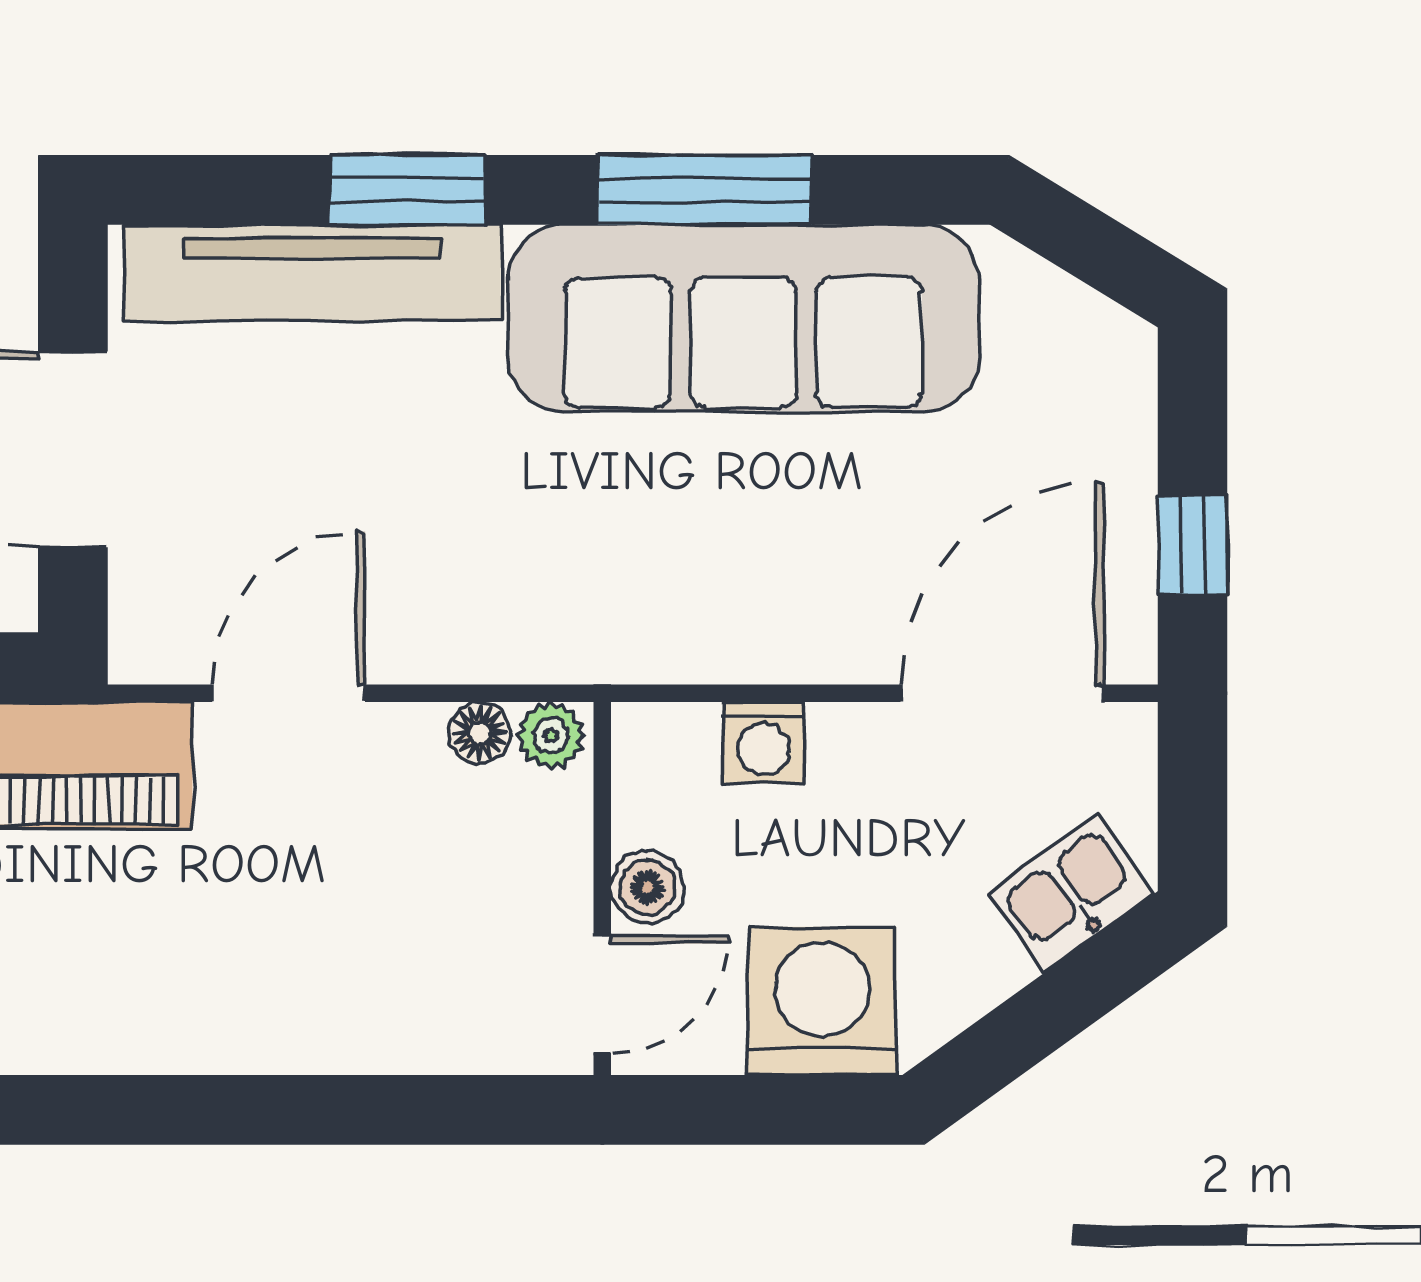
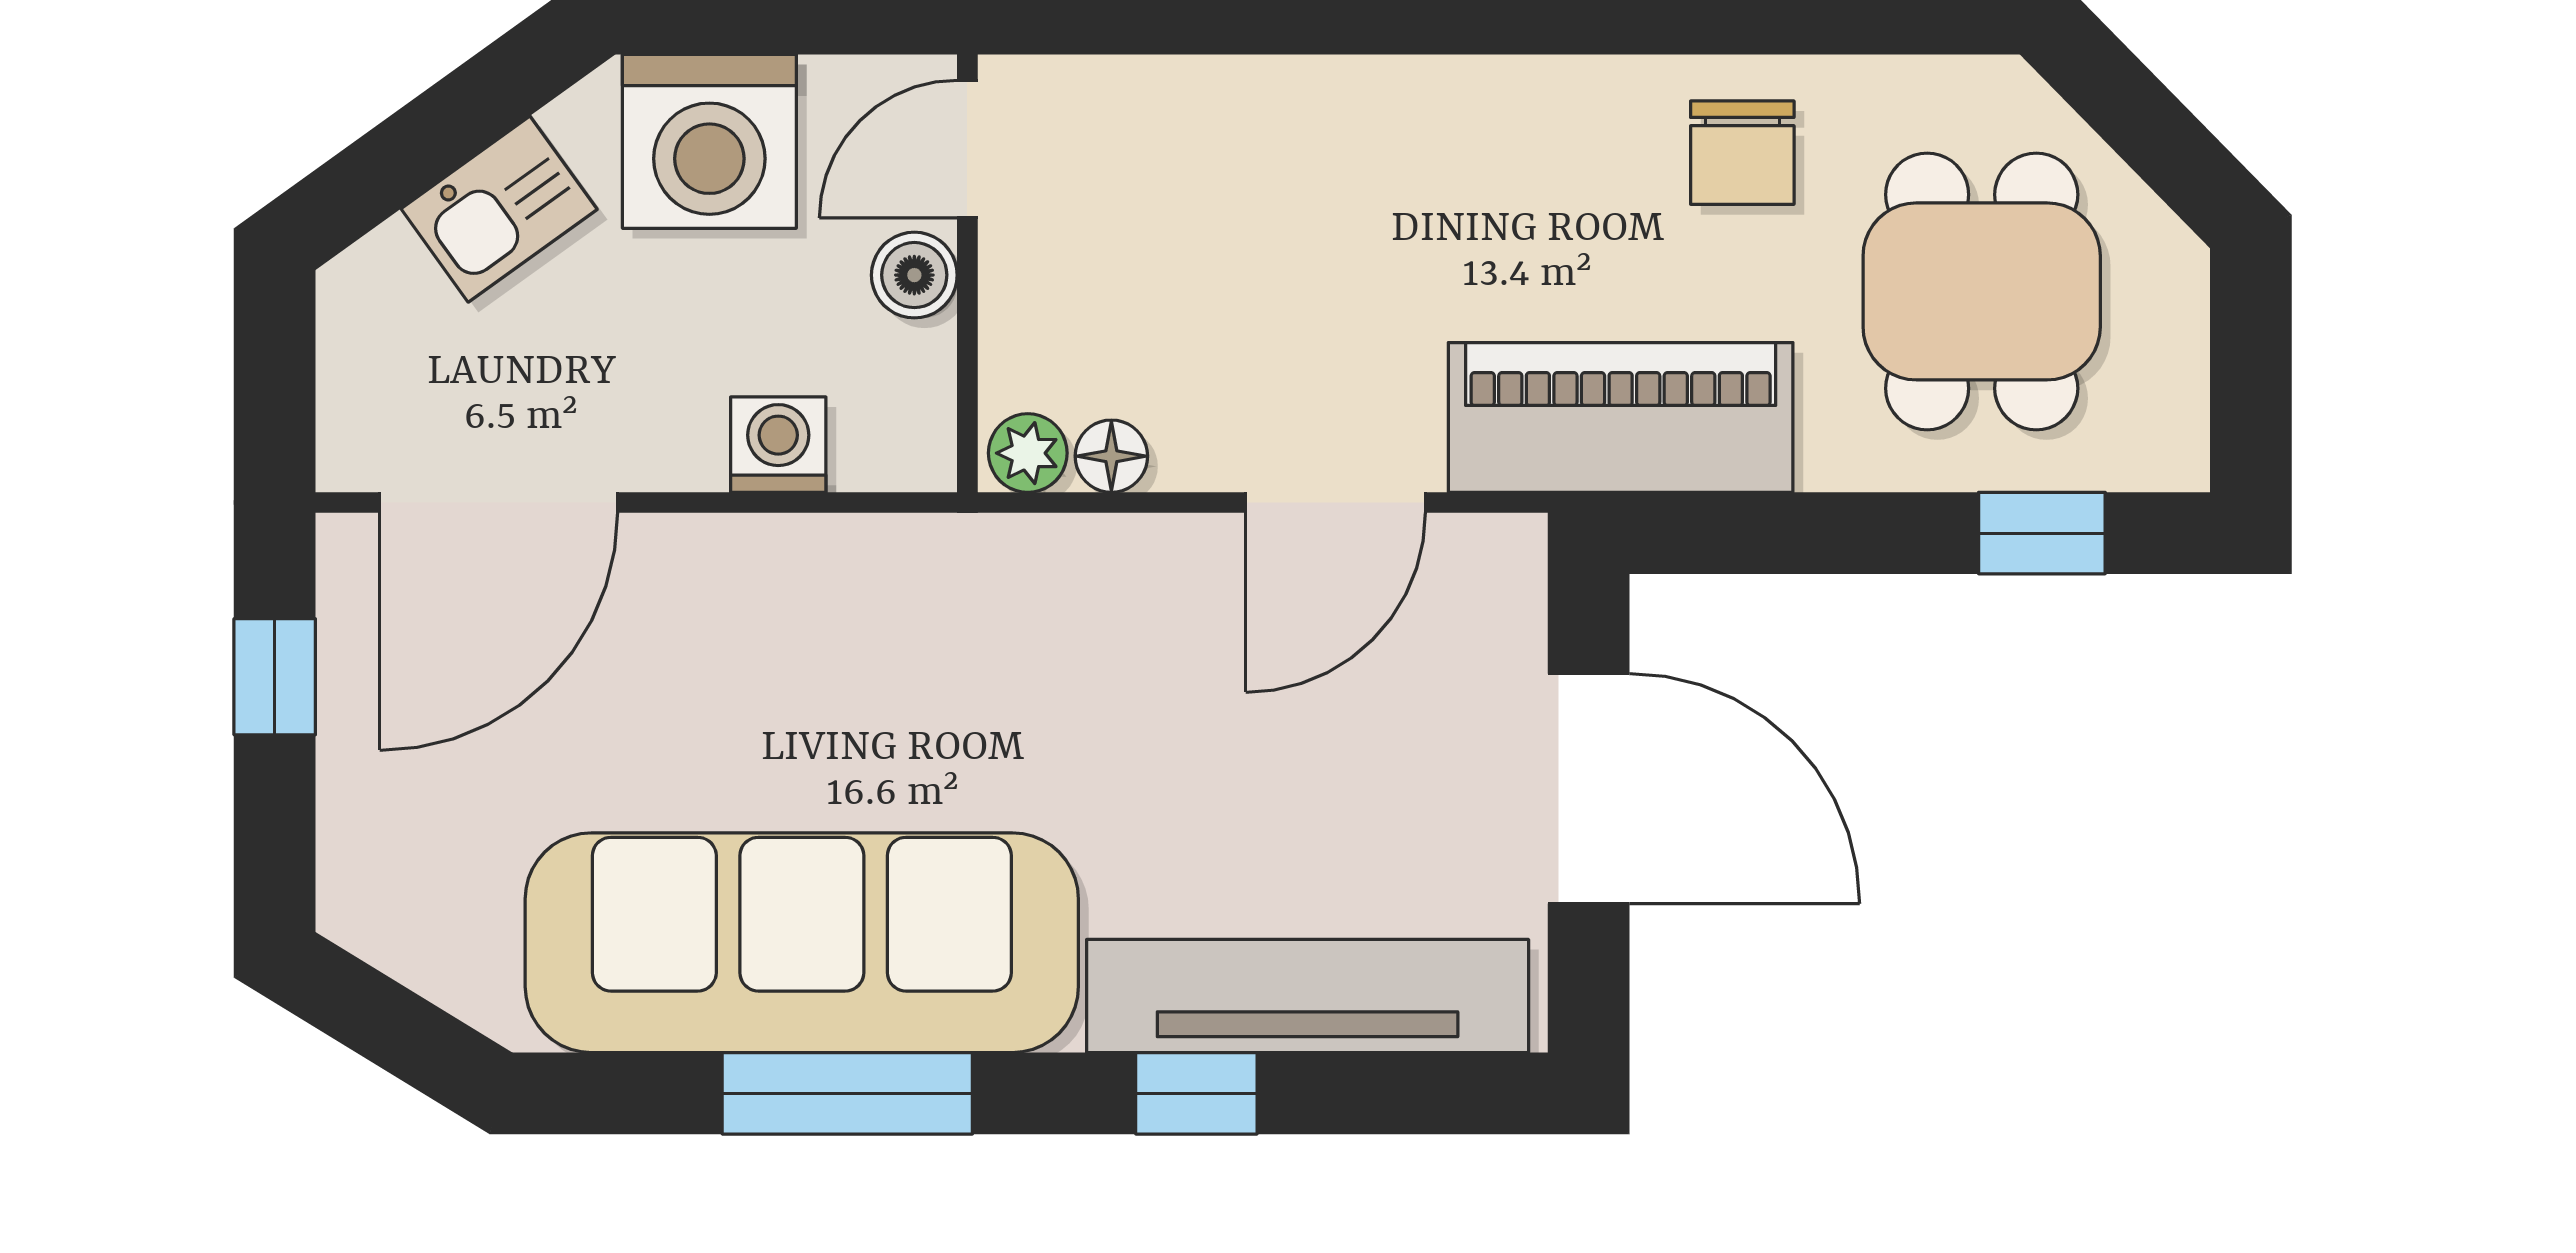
window: (407, 190) -> (1196, 1093), width x0.67
kitchen sink: (1071, 893) -> (499, 209), moved

